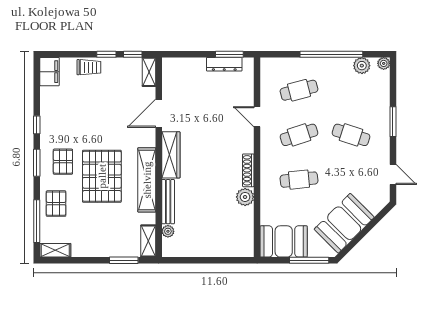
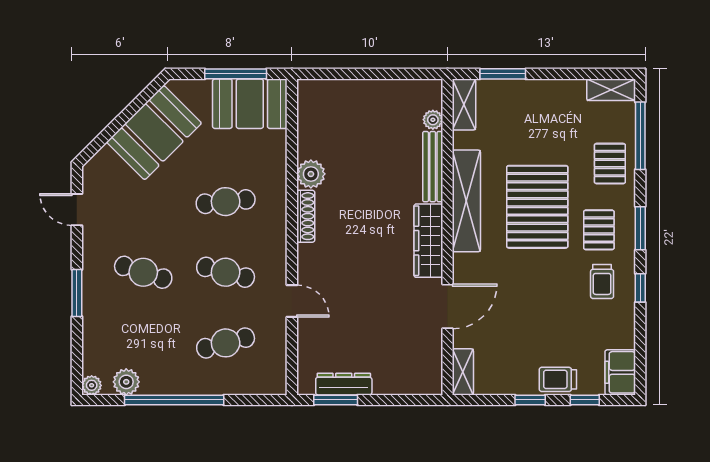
window: (133, 54) -> (585, 400), moved
trolley: (61, 129) -> (602, 281), added
cafe table: (299, 135) -> (226, 272), turned 33
window: (309, 260) -> (236, 74), moved

